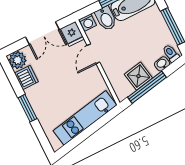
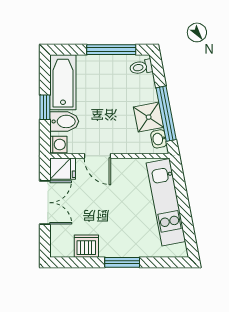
plant: (18, 60) -> (62, 246), removed
washbasin: (162, 64) -> (159, 139), moved

